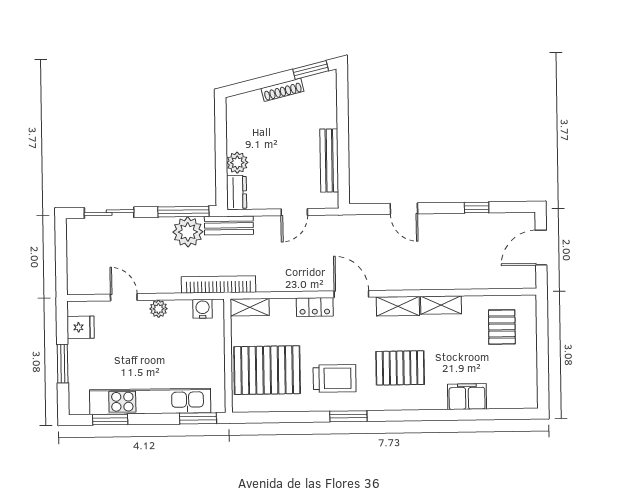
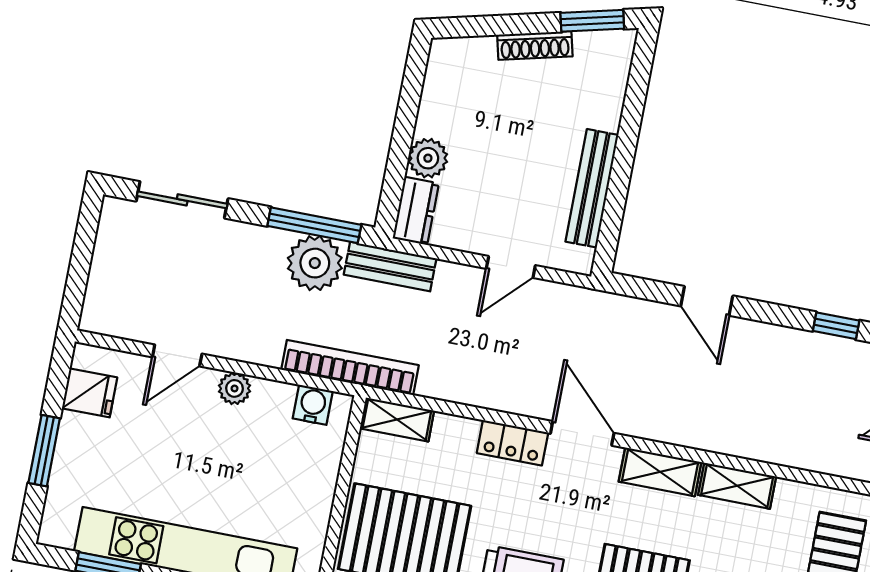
door: (124, 297) -> (177, 355), swing flipped

